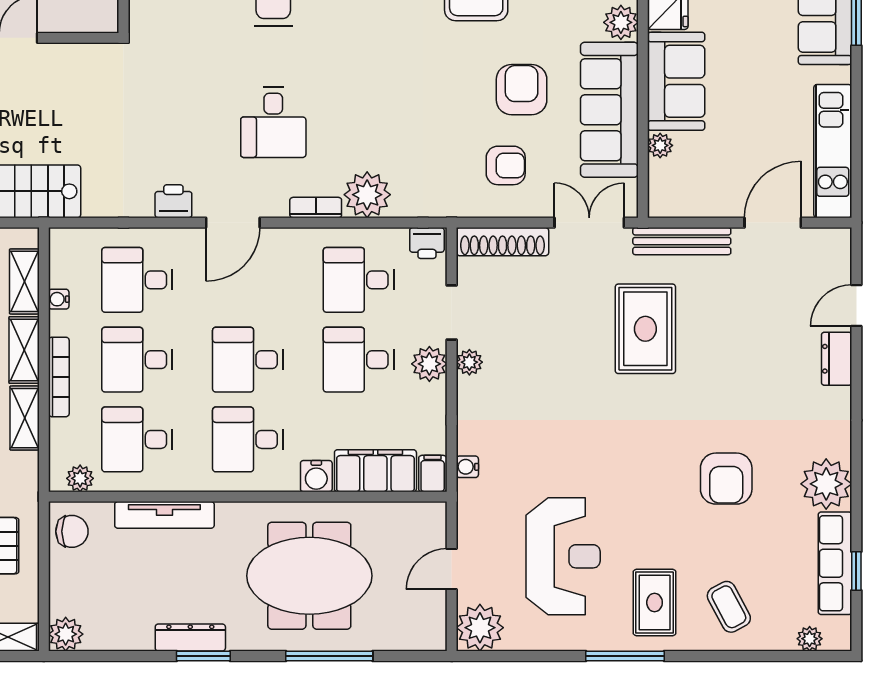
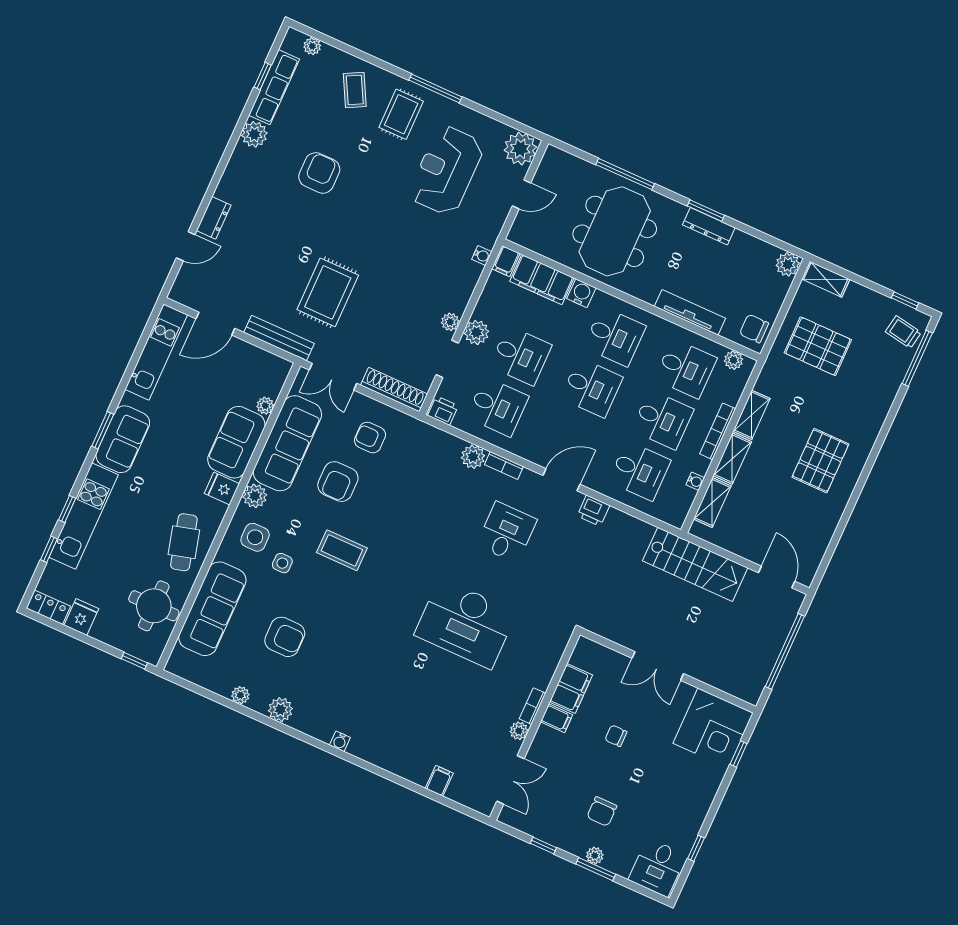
plant: (367, 195) -> (473, 457), width x0.73, depth x0.73
plant: (826, 484) -> (254, 134), width x0.73, depth x0.73
meeting table: (309, 576) -> (615, 231), turned 90

